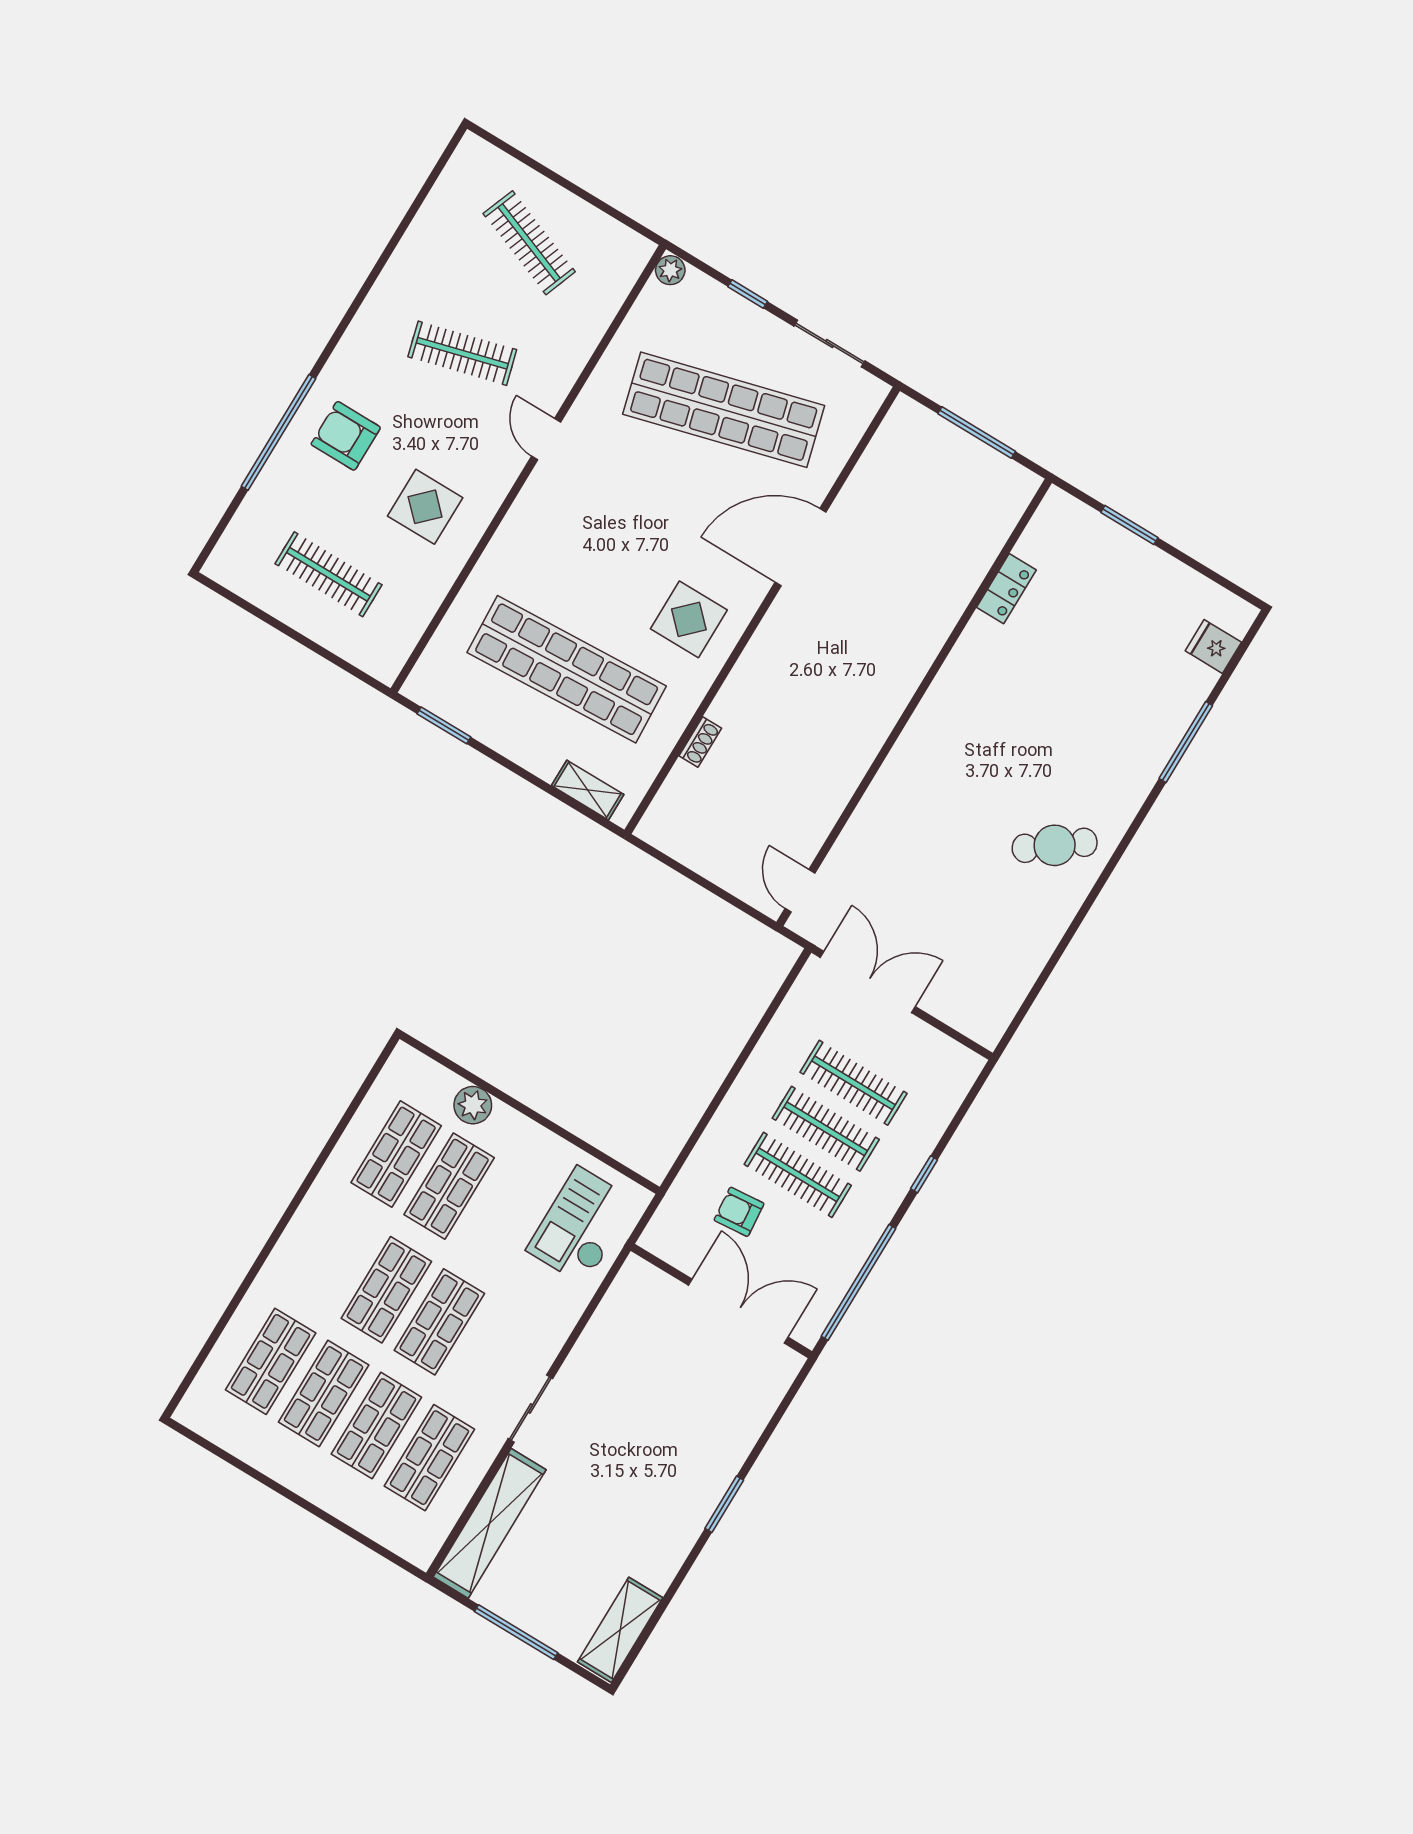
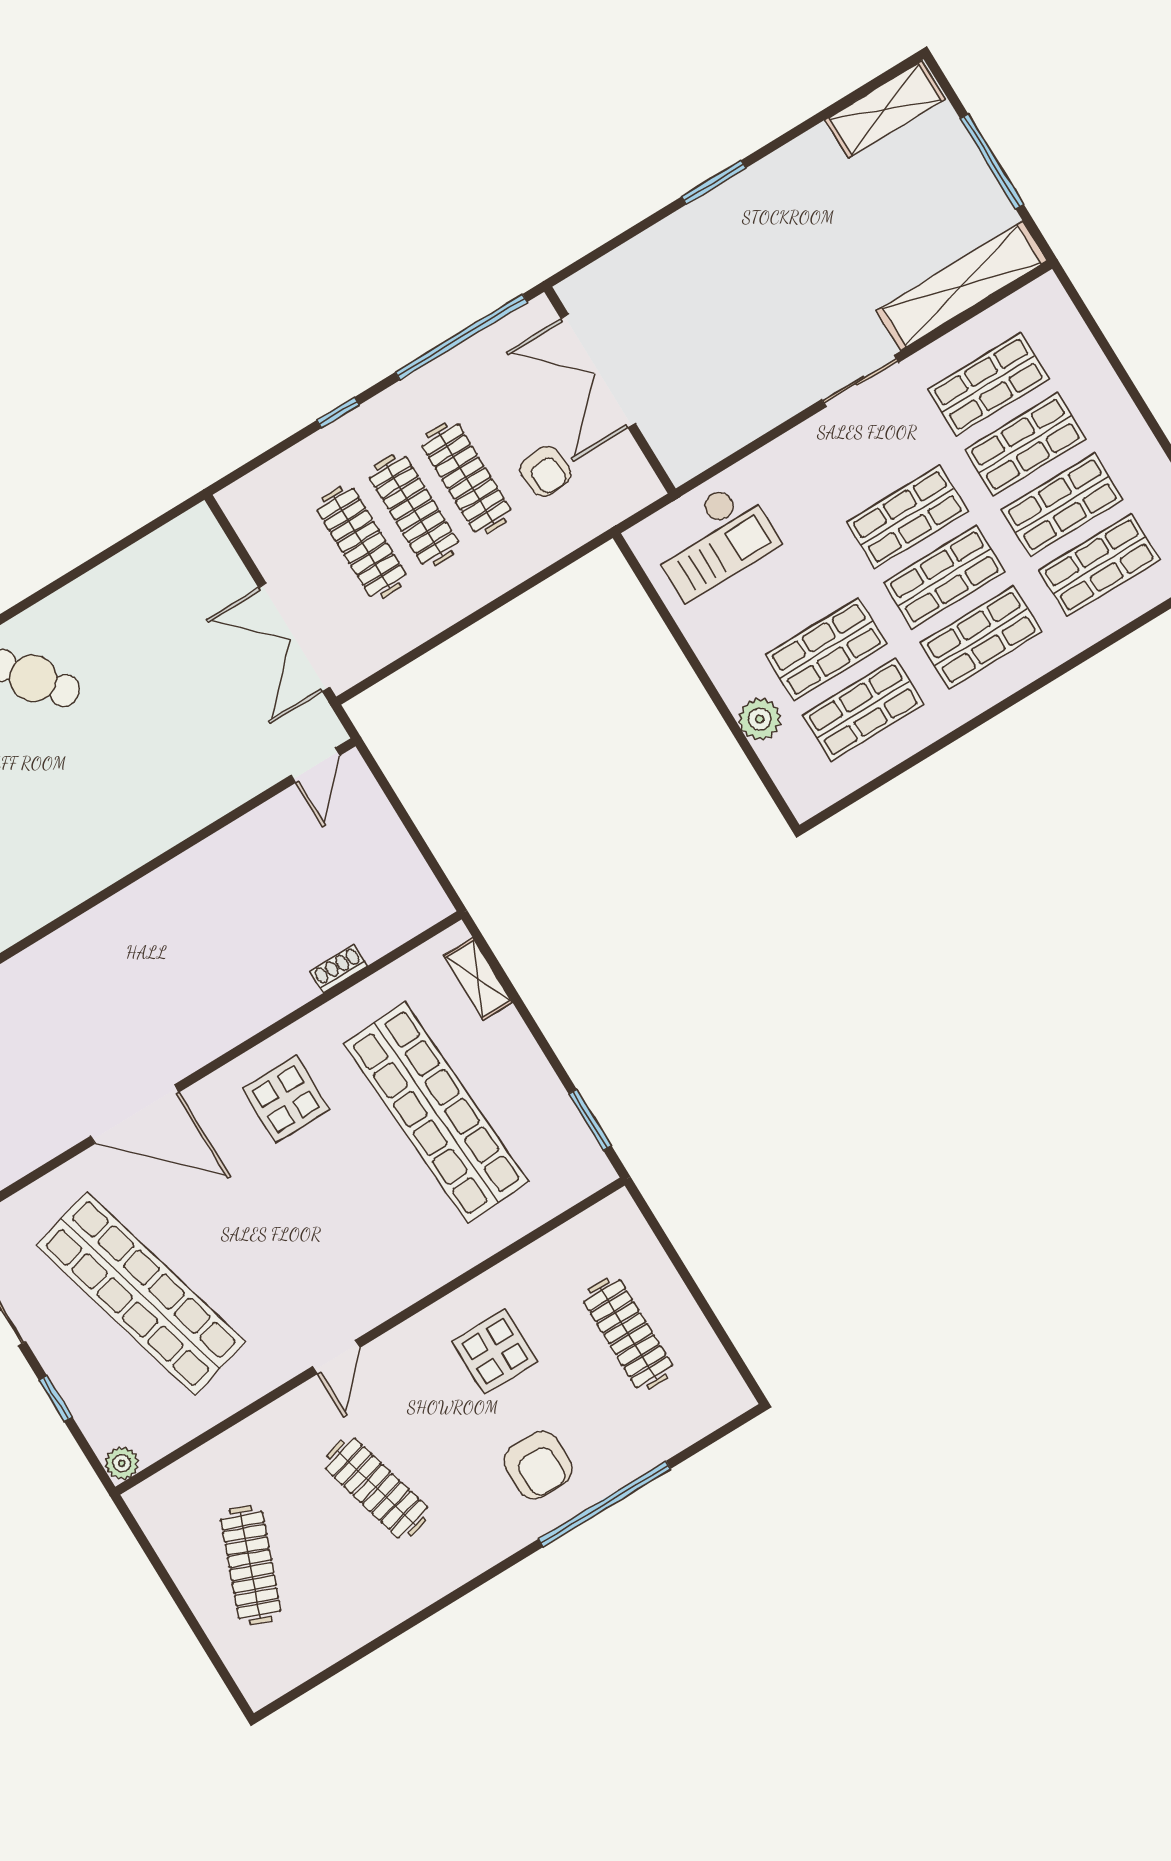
shop shelf: (333, 1258) -> (981, 637), added

